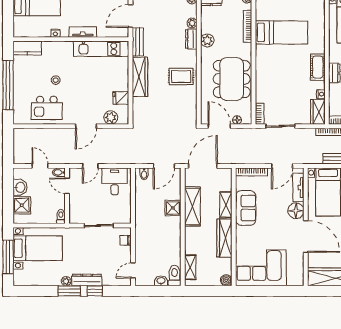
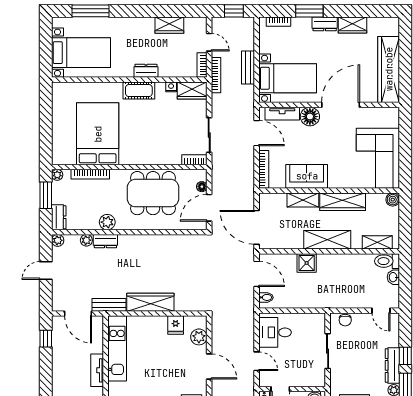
bed: (282, 32) -> (98, 134), width x1.50
rug: (181, 77) -> (150, 253), removed
shelving: (192, 206) -> (327, 240), moved

